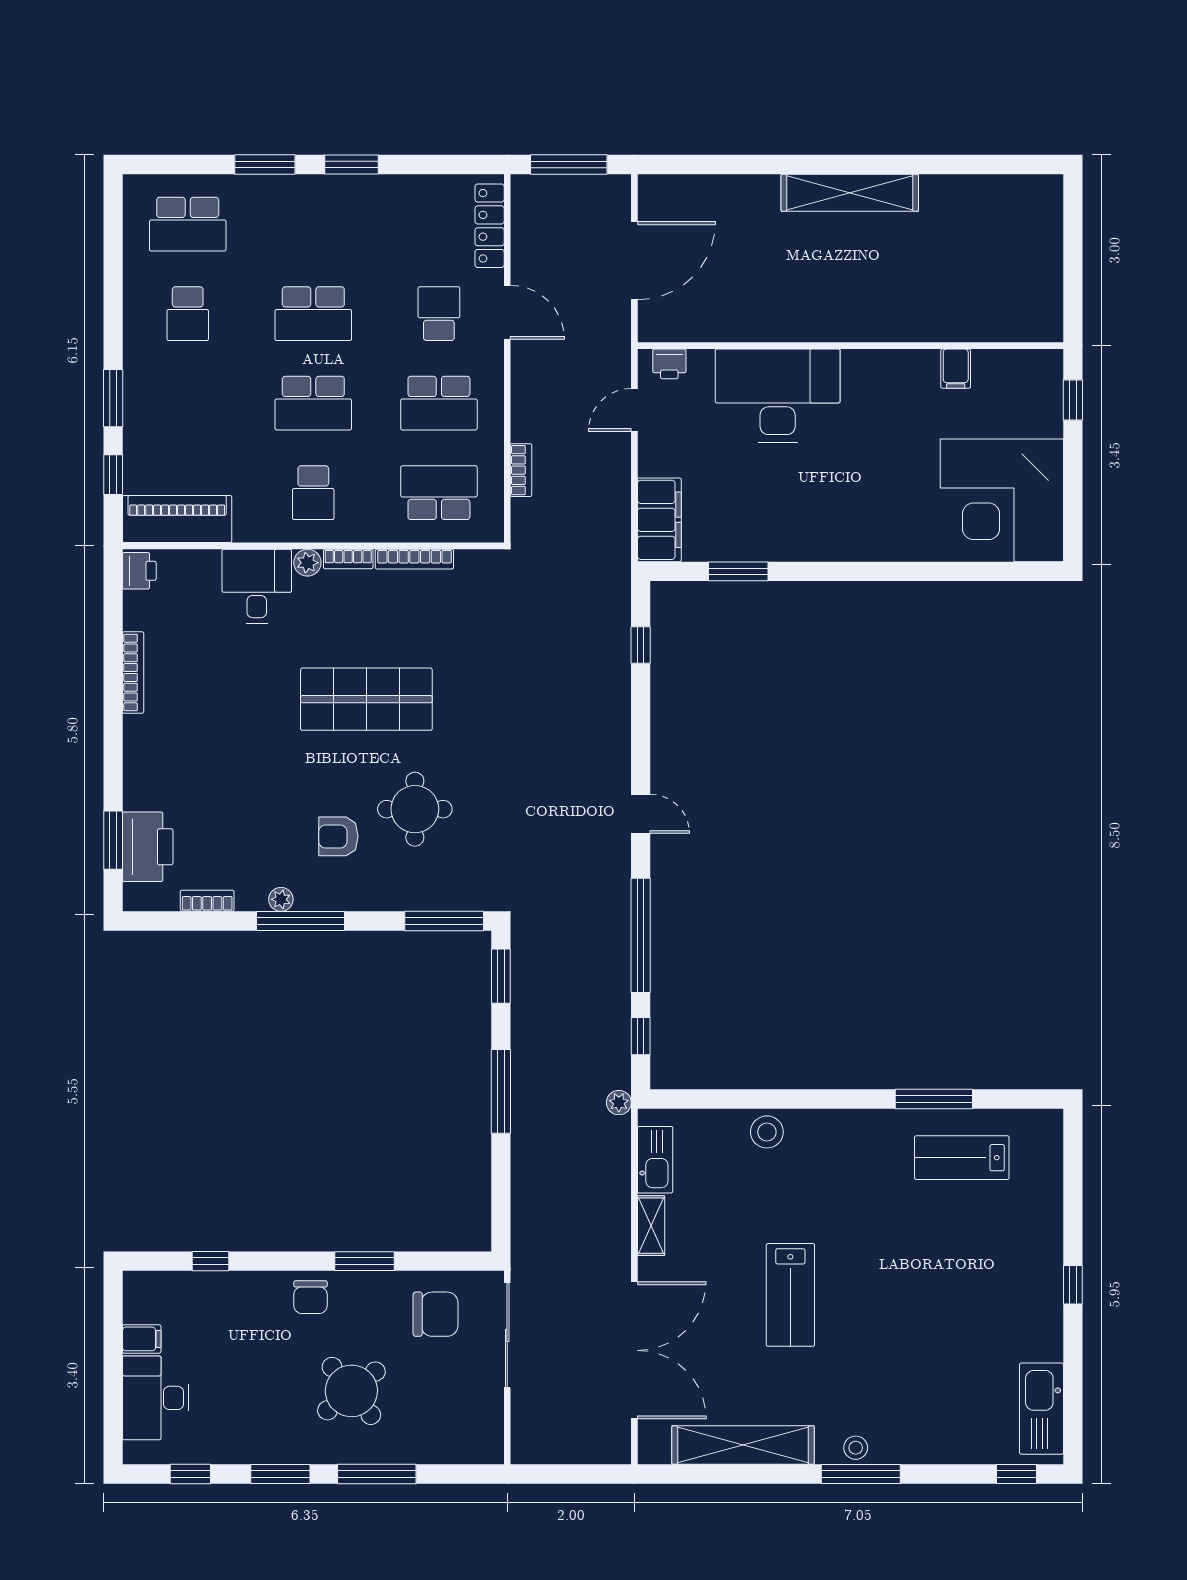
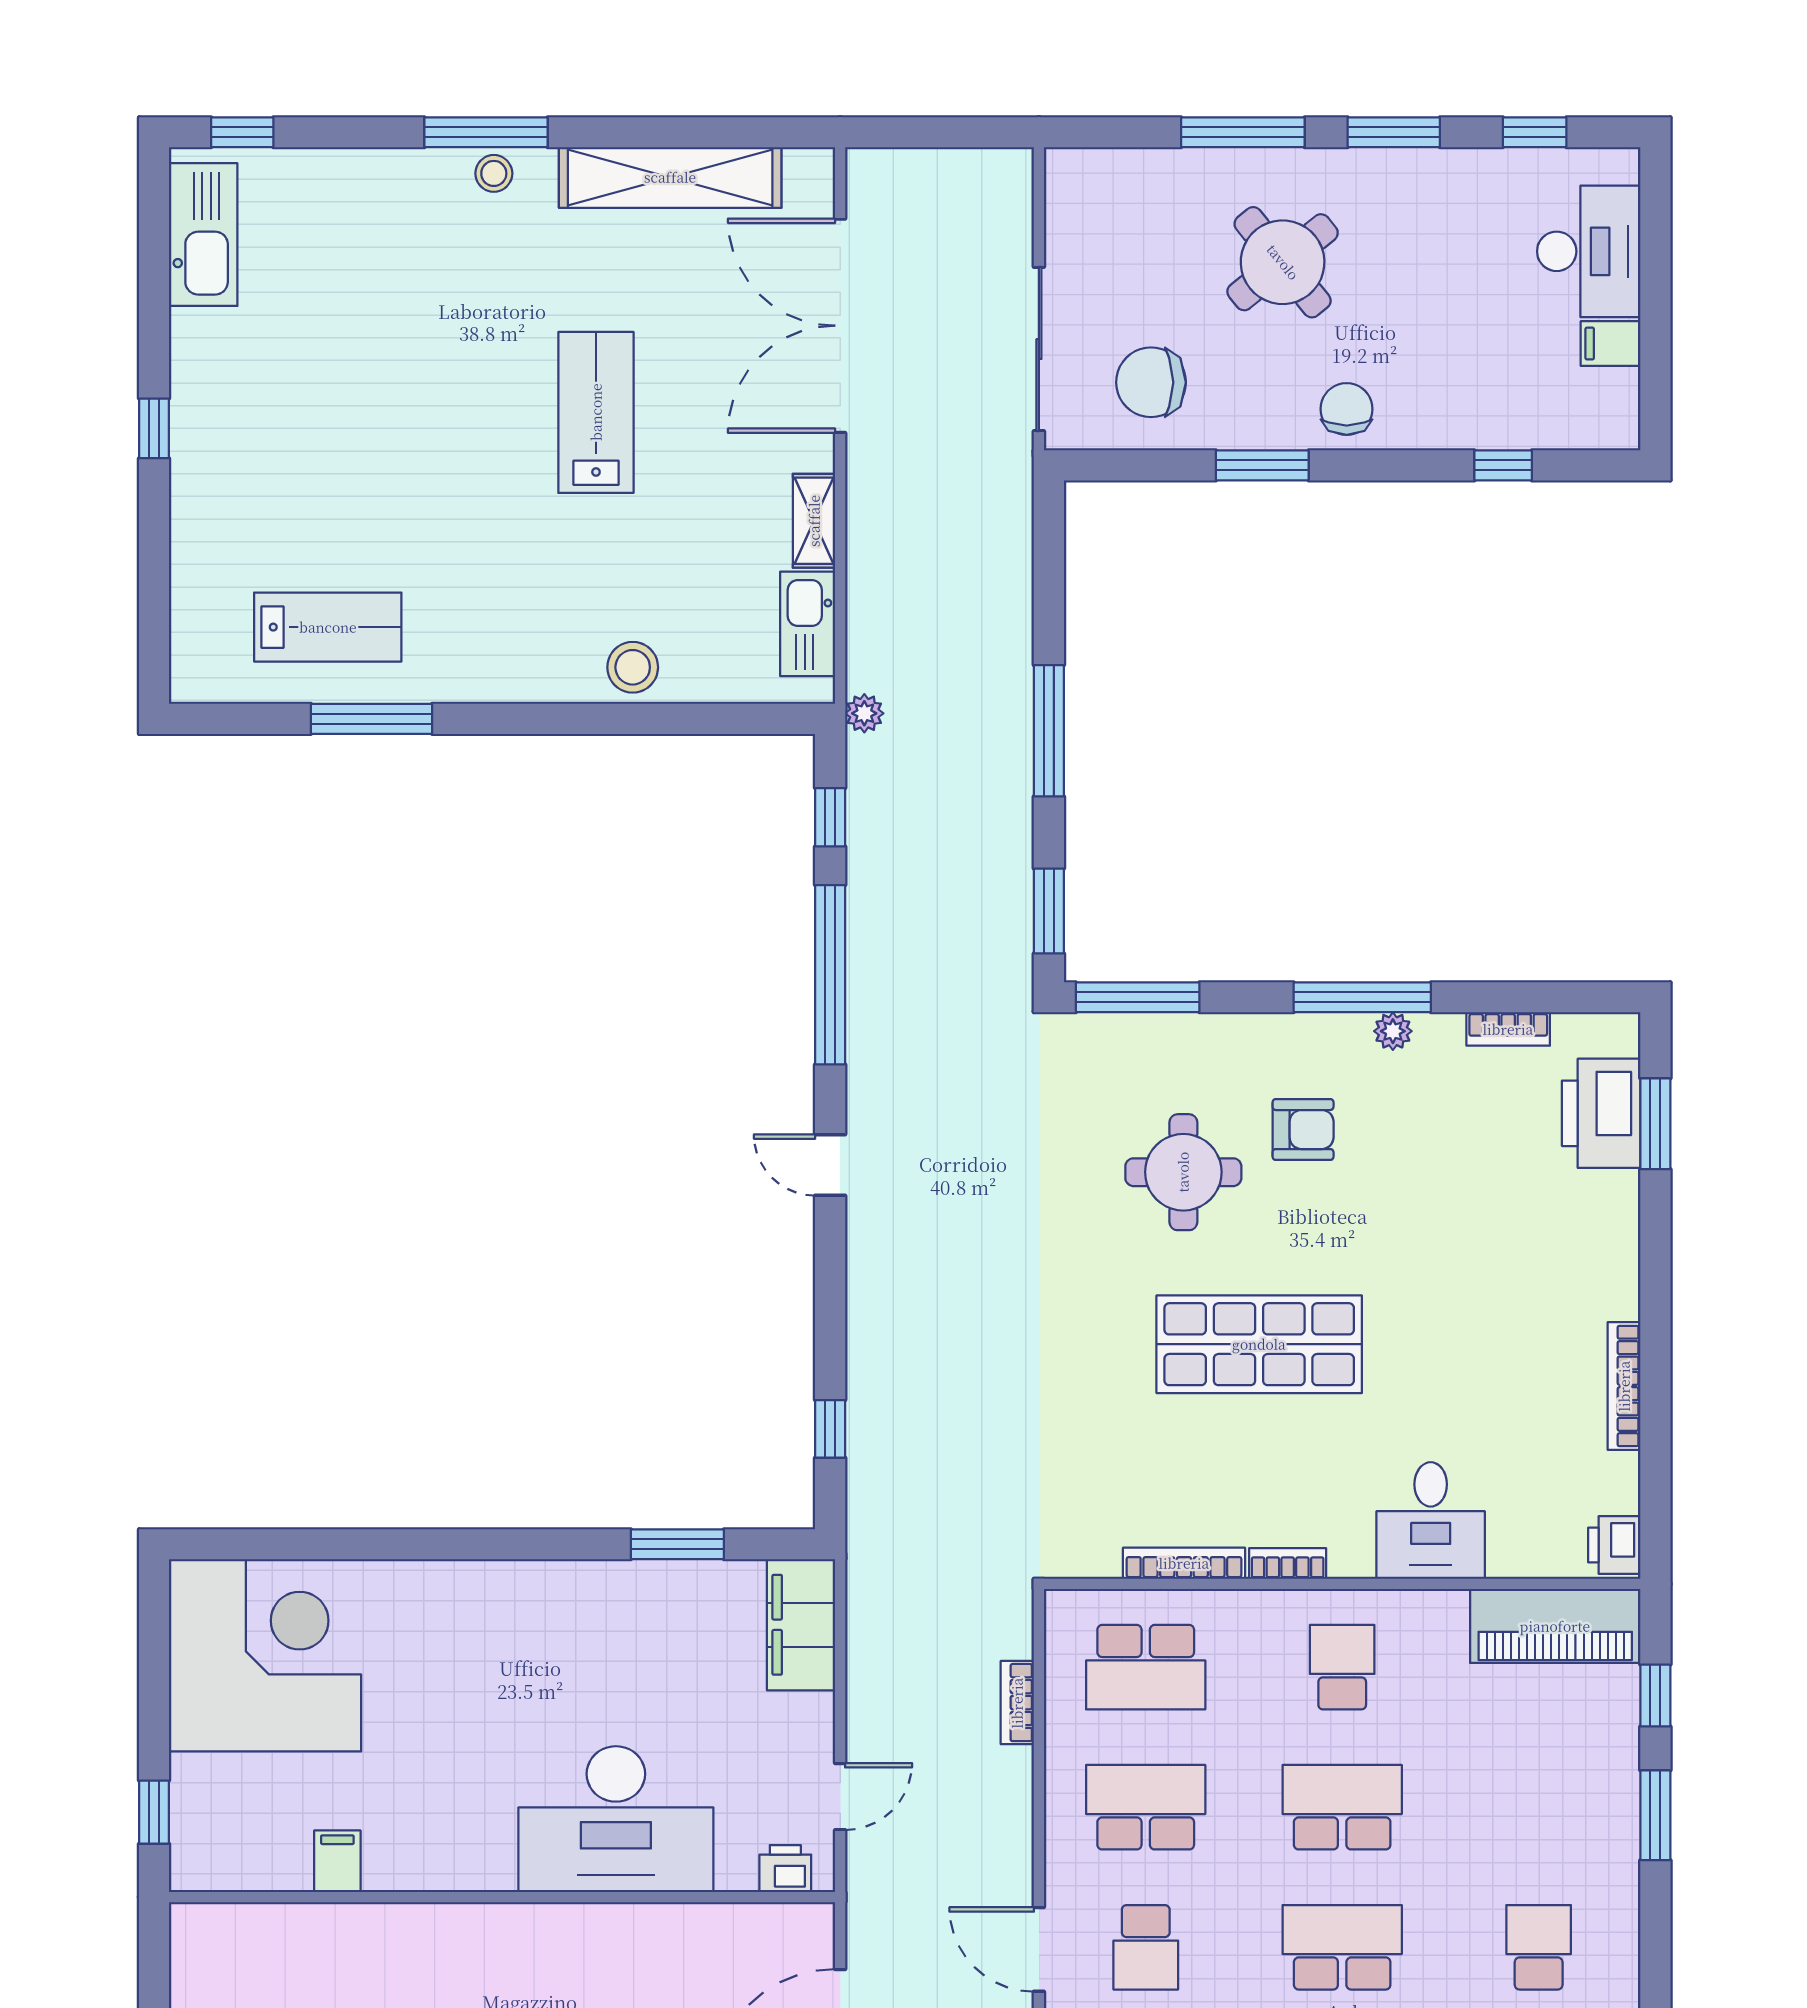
plant: (307, 563) -> (1351, 1558), removed

